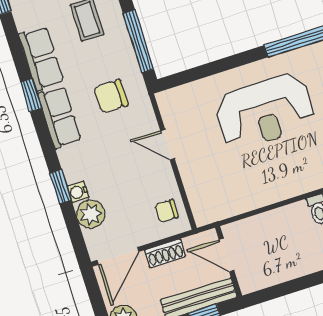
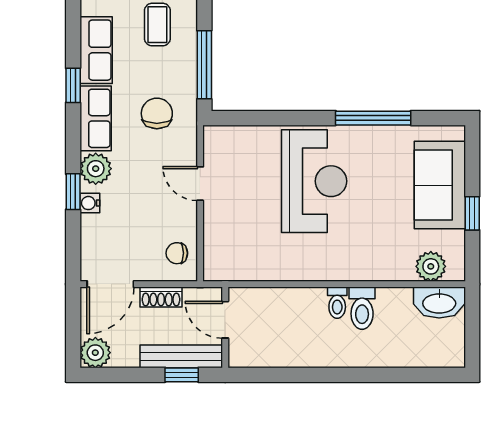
chair: (111, 96) -> (157, 113), turned 90
reception desk: (265, 111) -> (314, 181), turned -90
plant: (91, 214) -> (96, 169), moved

